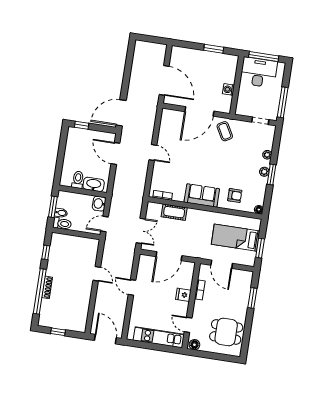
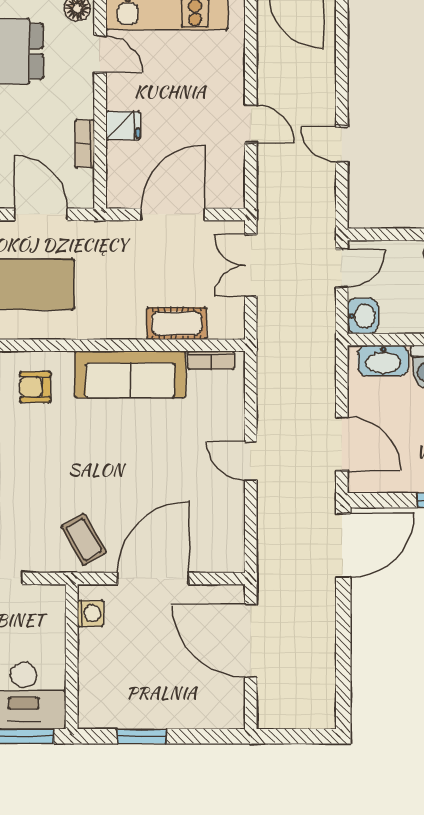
washing machine: (229, 89) -> (90, 613), moved
sofa: (202, 195) -> (130, 374), width x1.36

